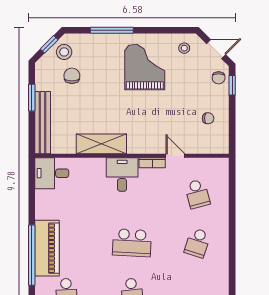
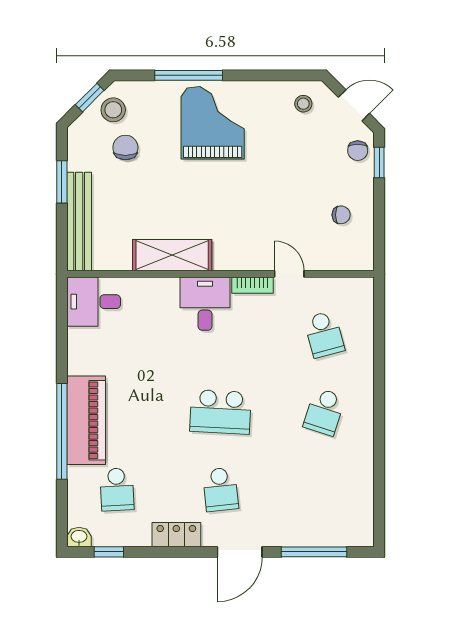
grand piano: (145, 67) -> (213, 123), moved

